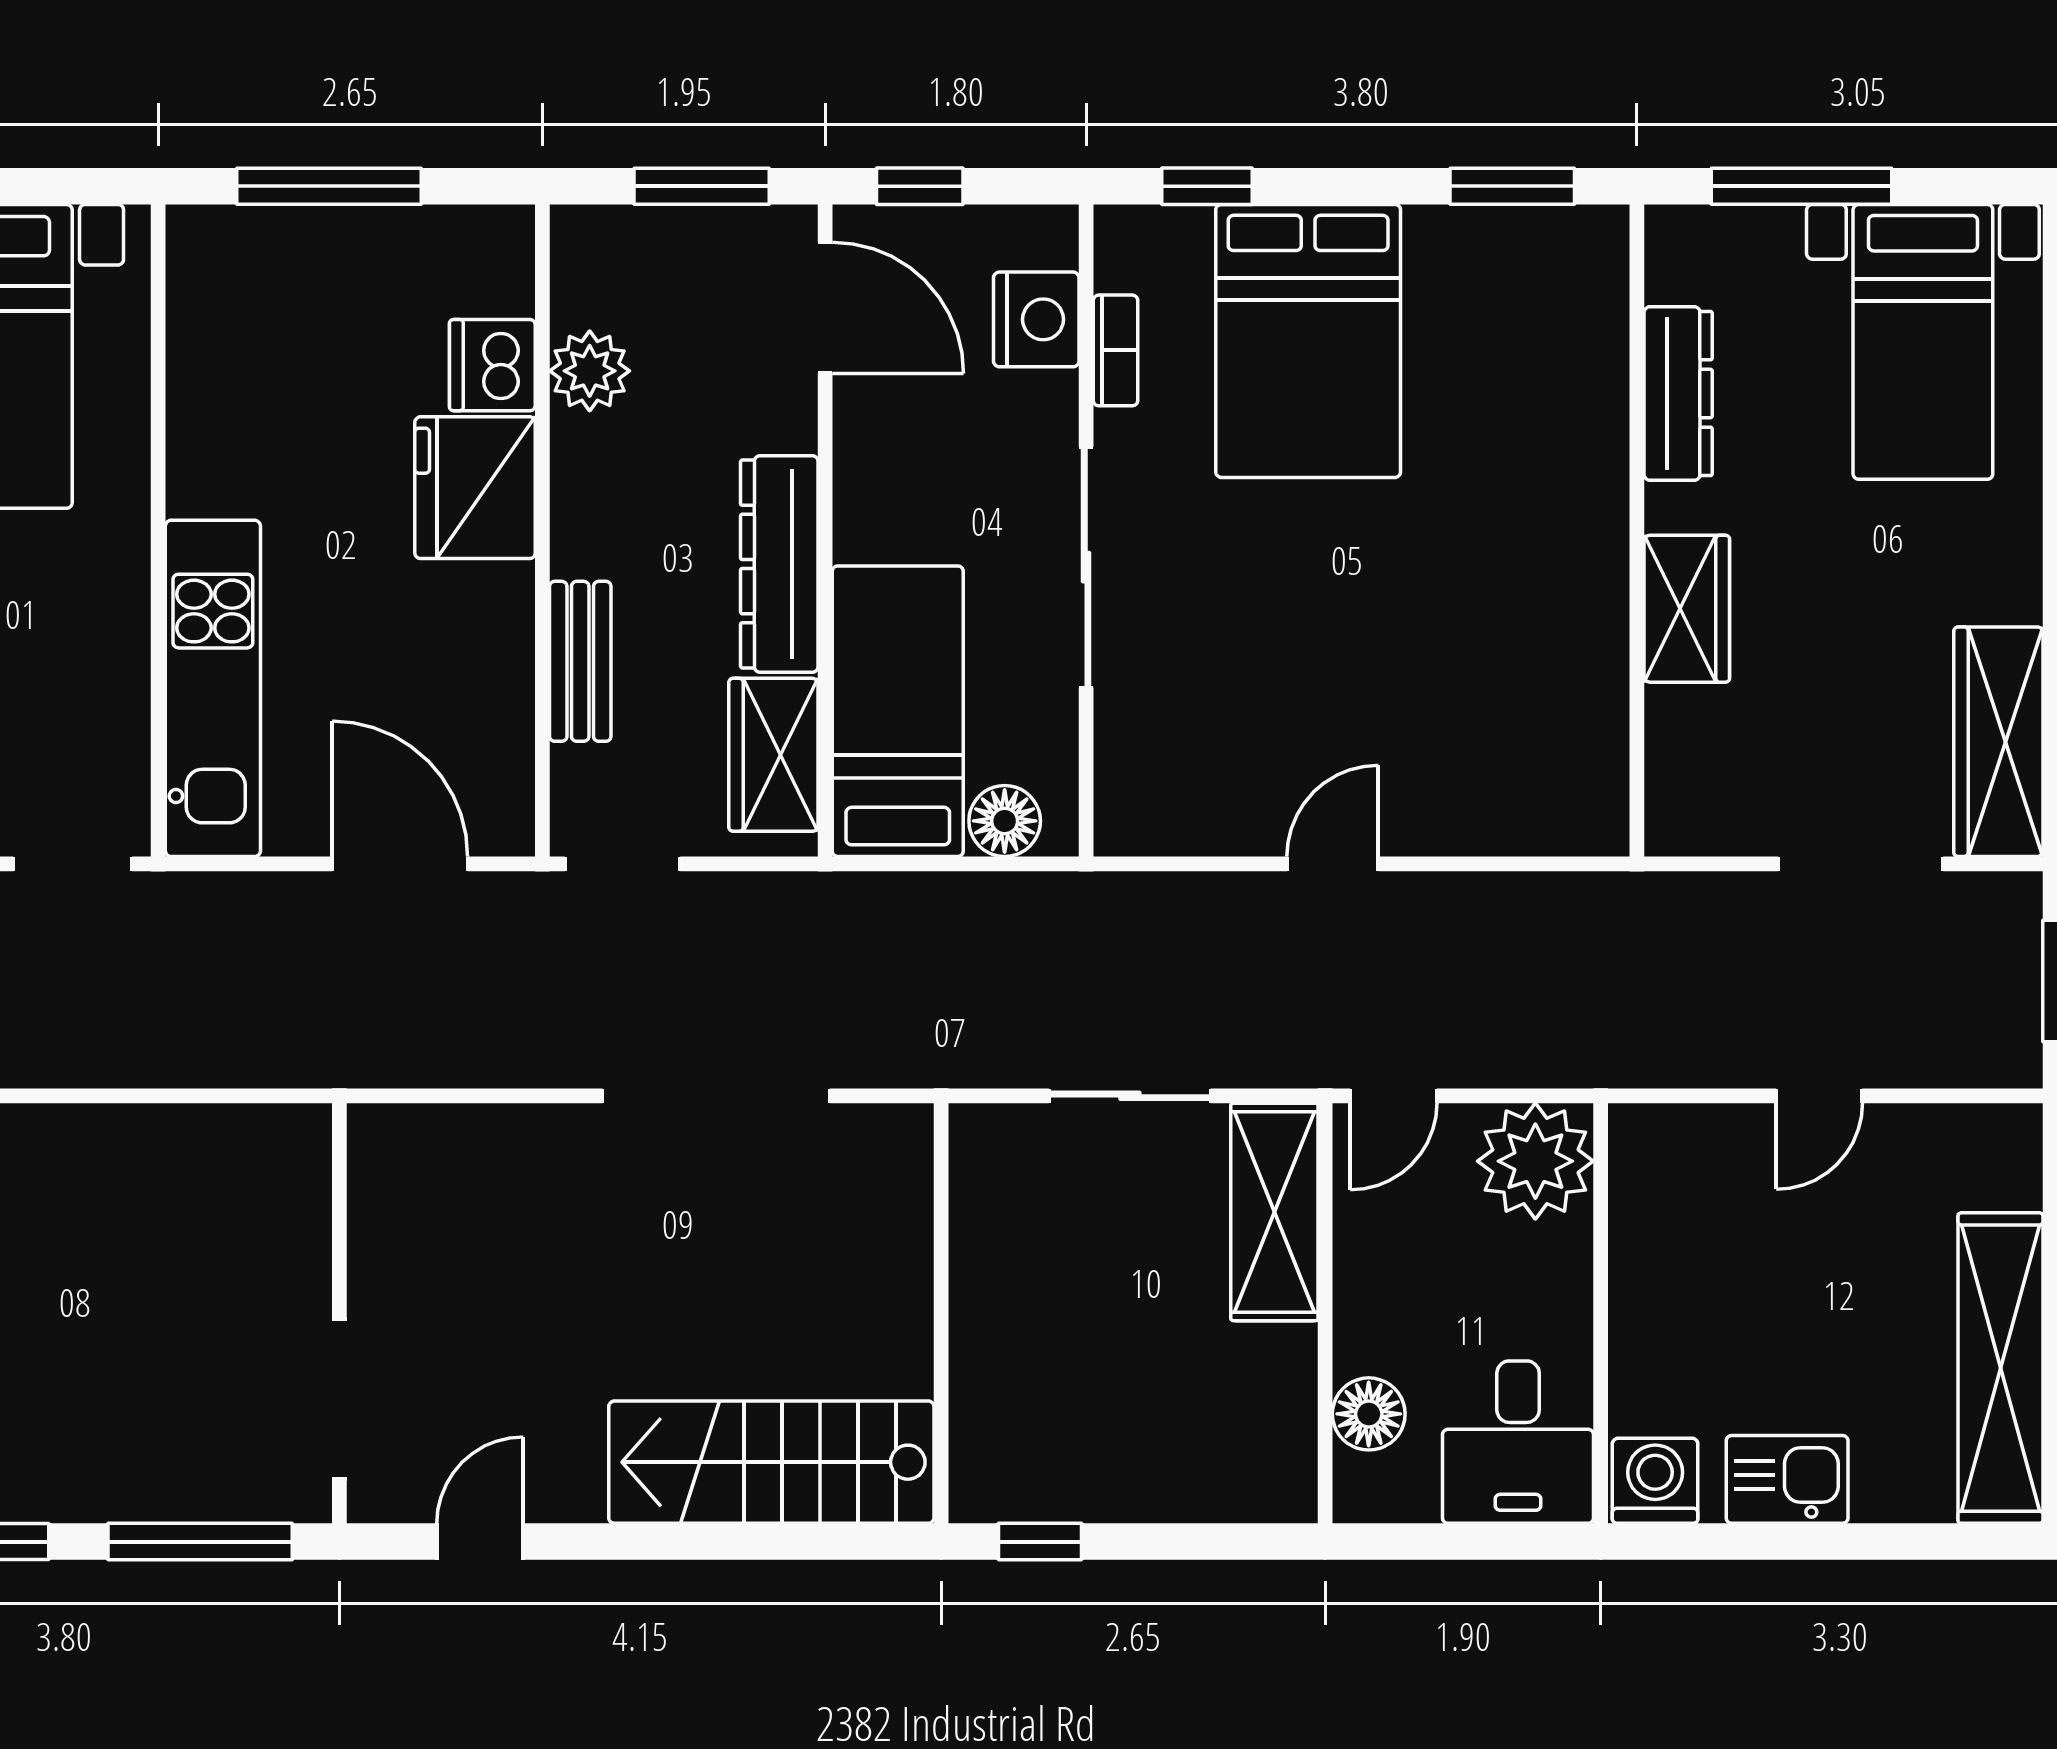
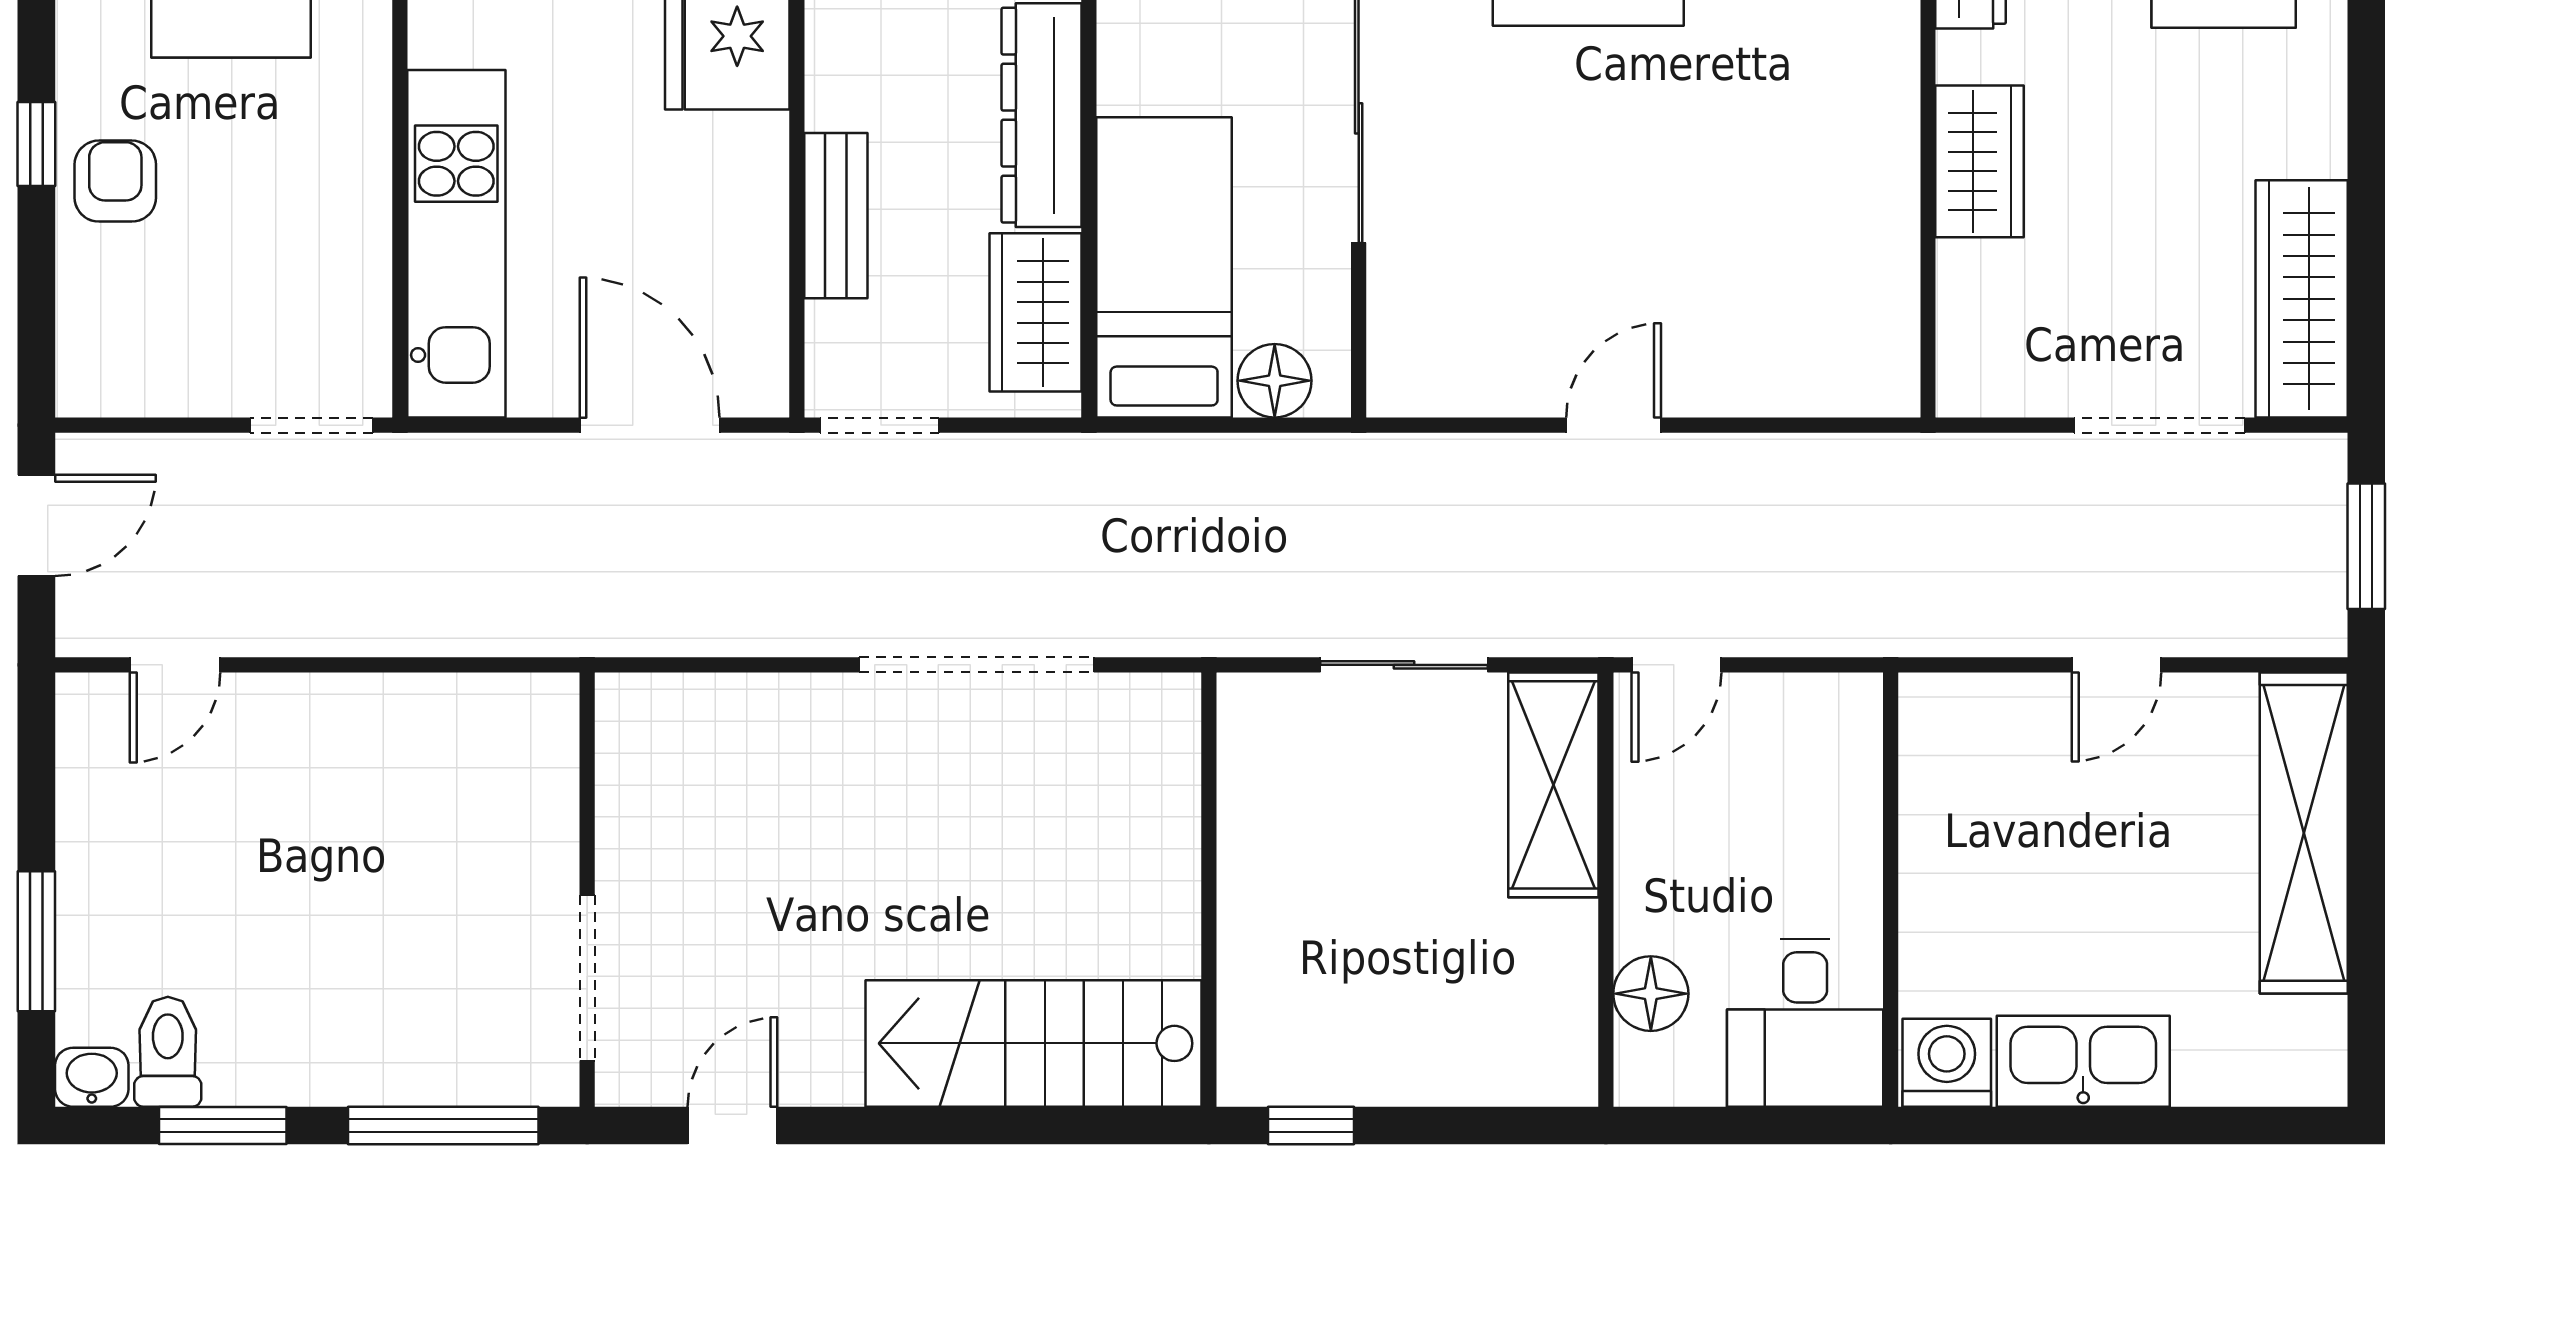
plant: (1535, 1161) -> (1823, 732), removed
shelving: (2000, 1368) -> (2304, 833), moved
kitchen sink: (1787, 1479) -> (2083, 1061), width x1.38

